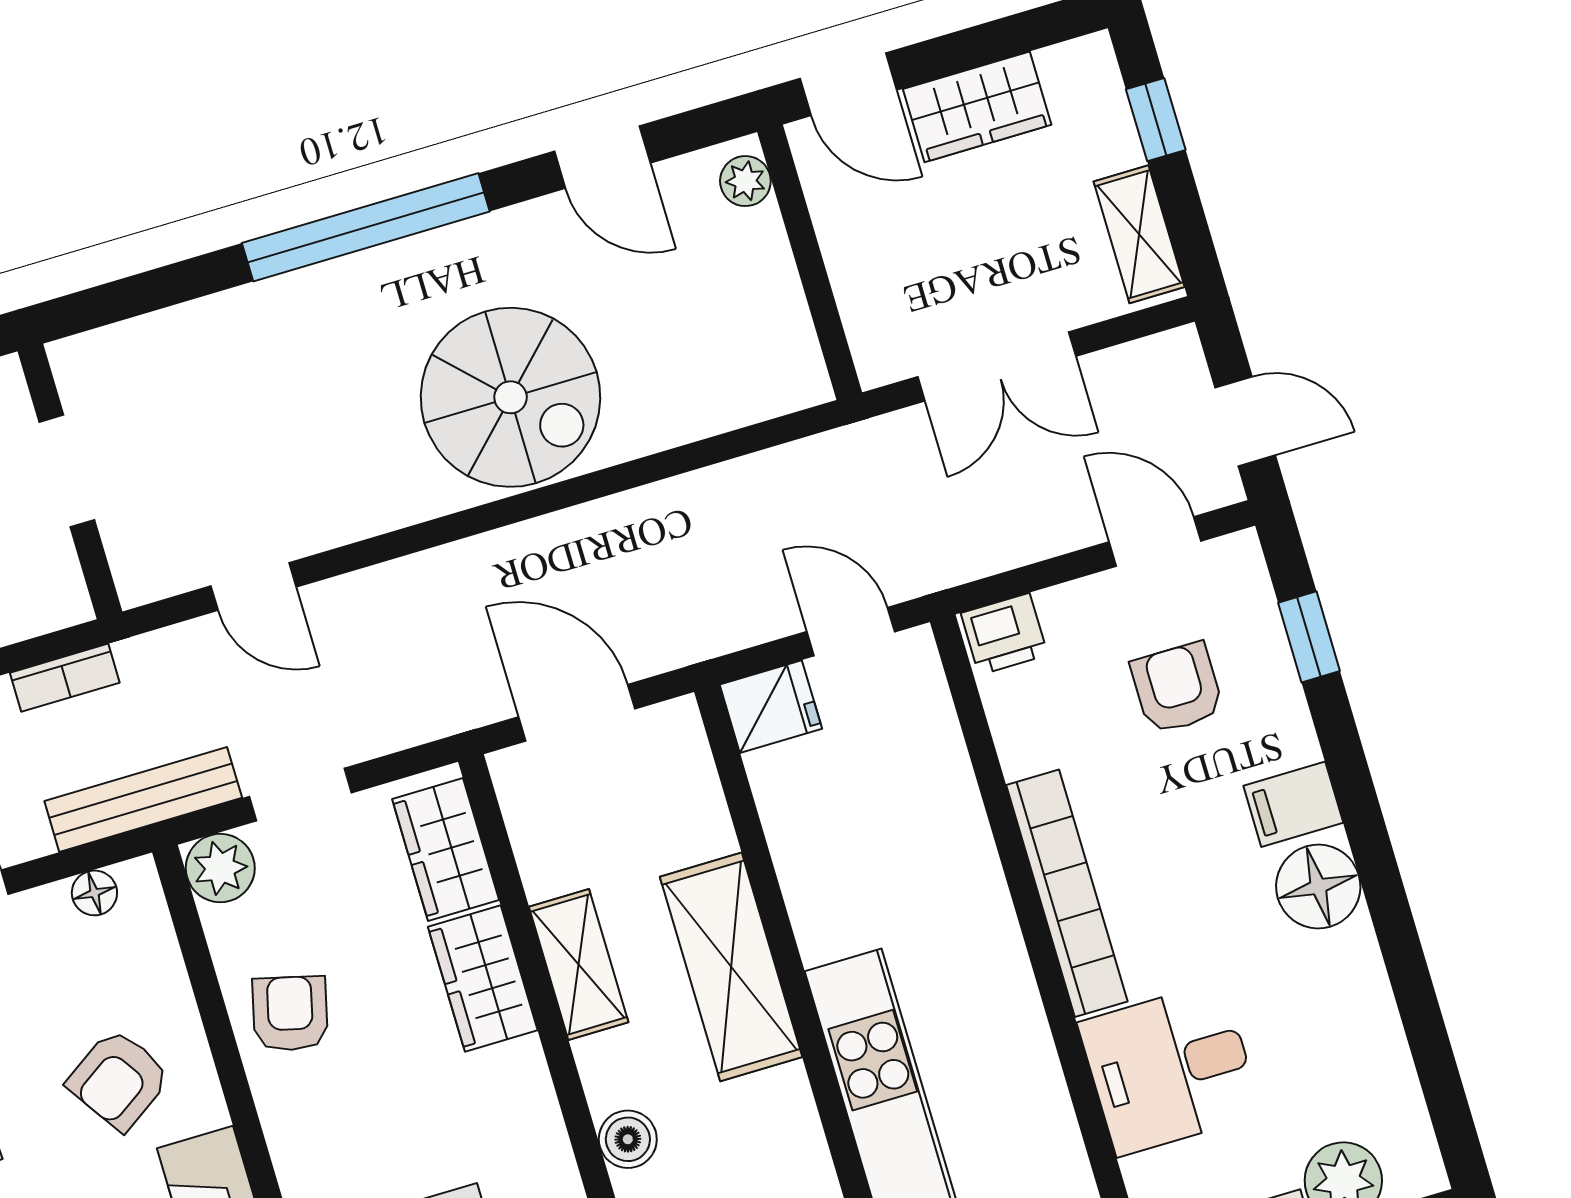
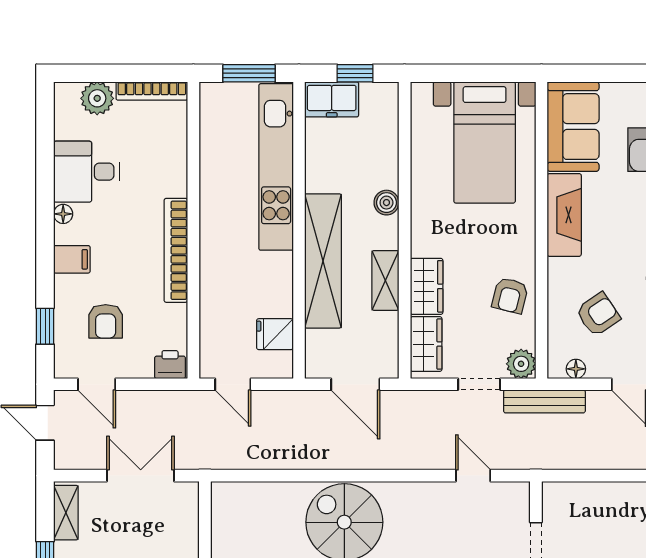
bookcase: (65, 678) -> (562, 461), removed
fridge: (771, 707) -> (275, 334), moved
floor lamp: (1318, 887) -> (63, 214), width x0.53, depth x0.53
shelving: (731, 967) -> (323, 261), width x1.47
desk: (1170, 1069) -> (86, 172), moved, turned 180
armchair: (119, 1080) -> (598, 314), moved

